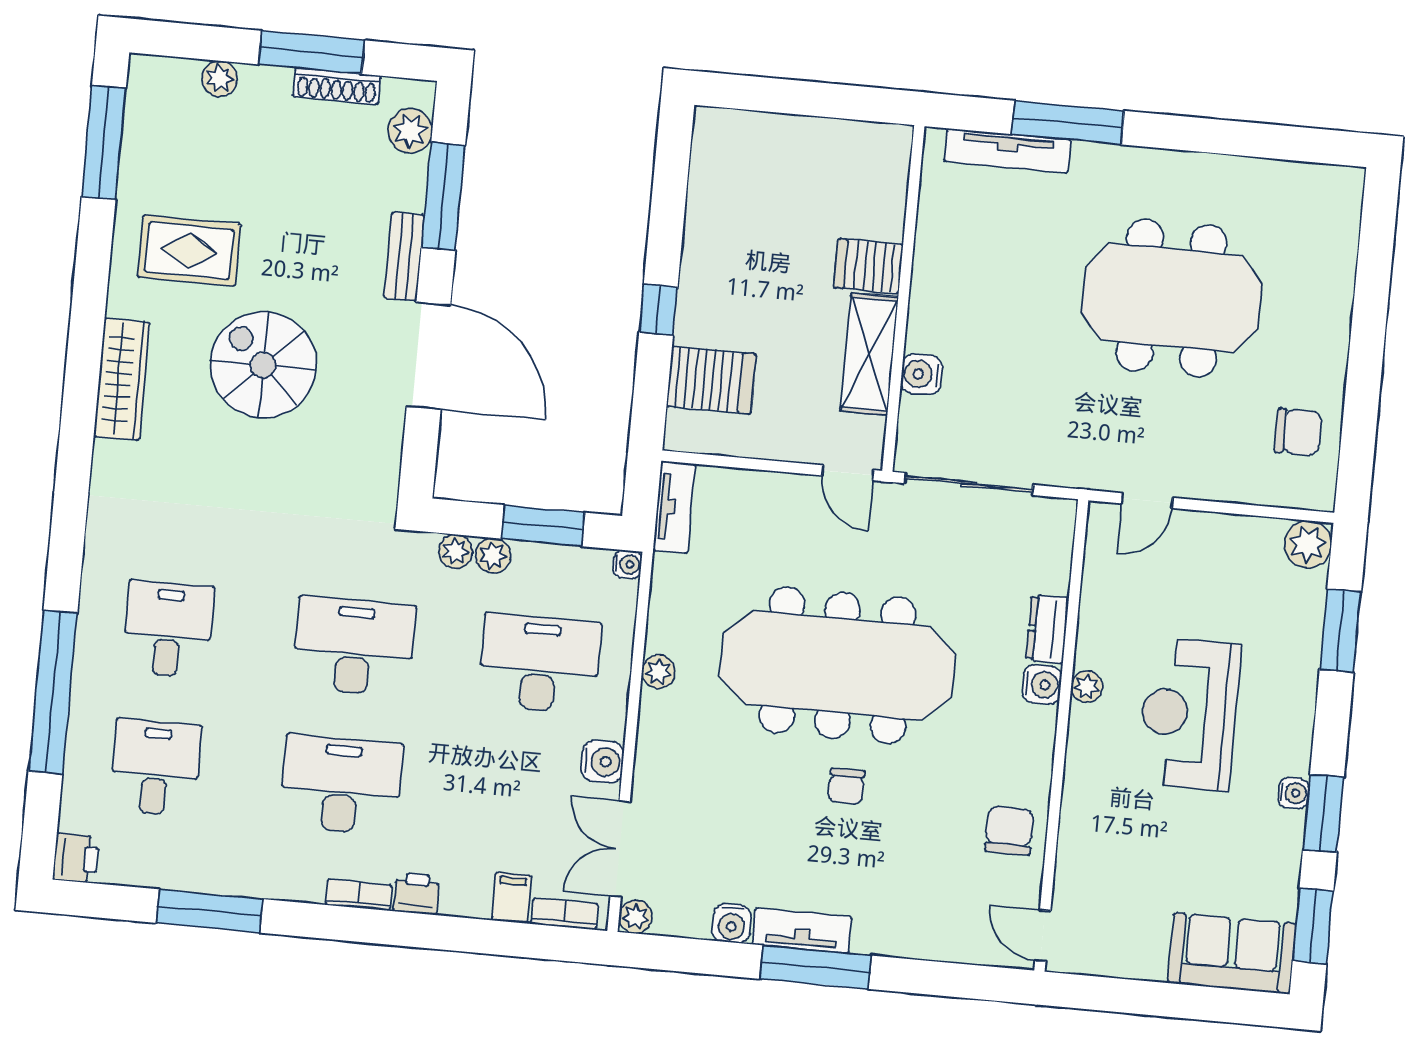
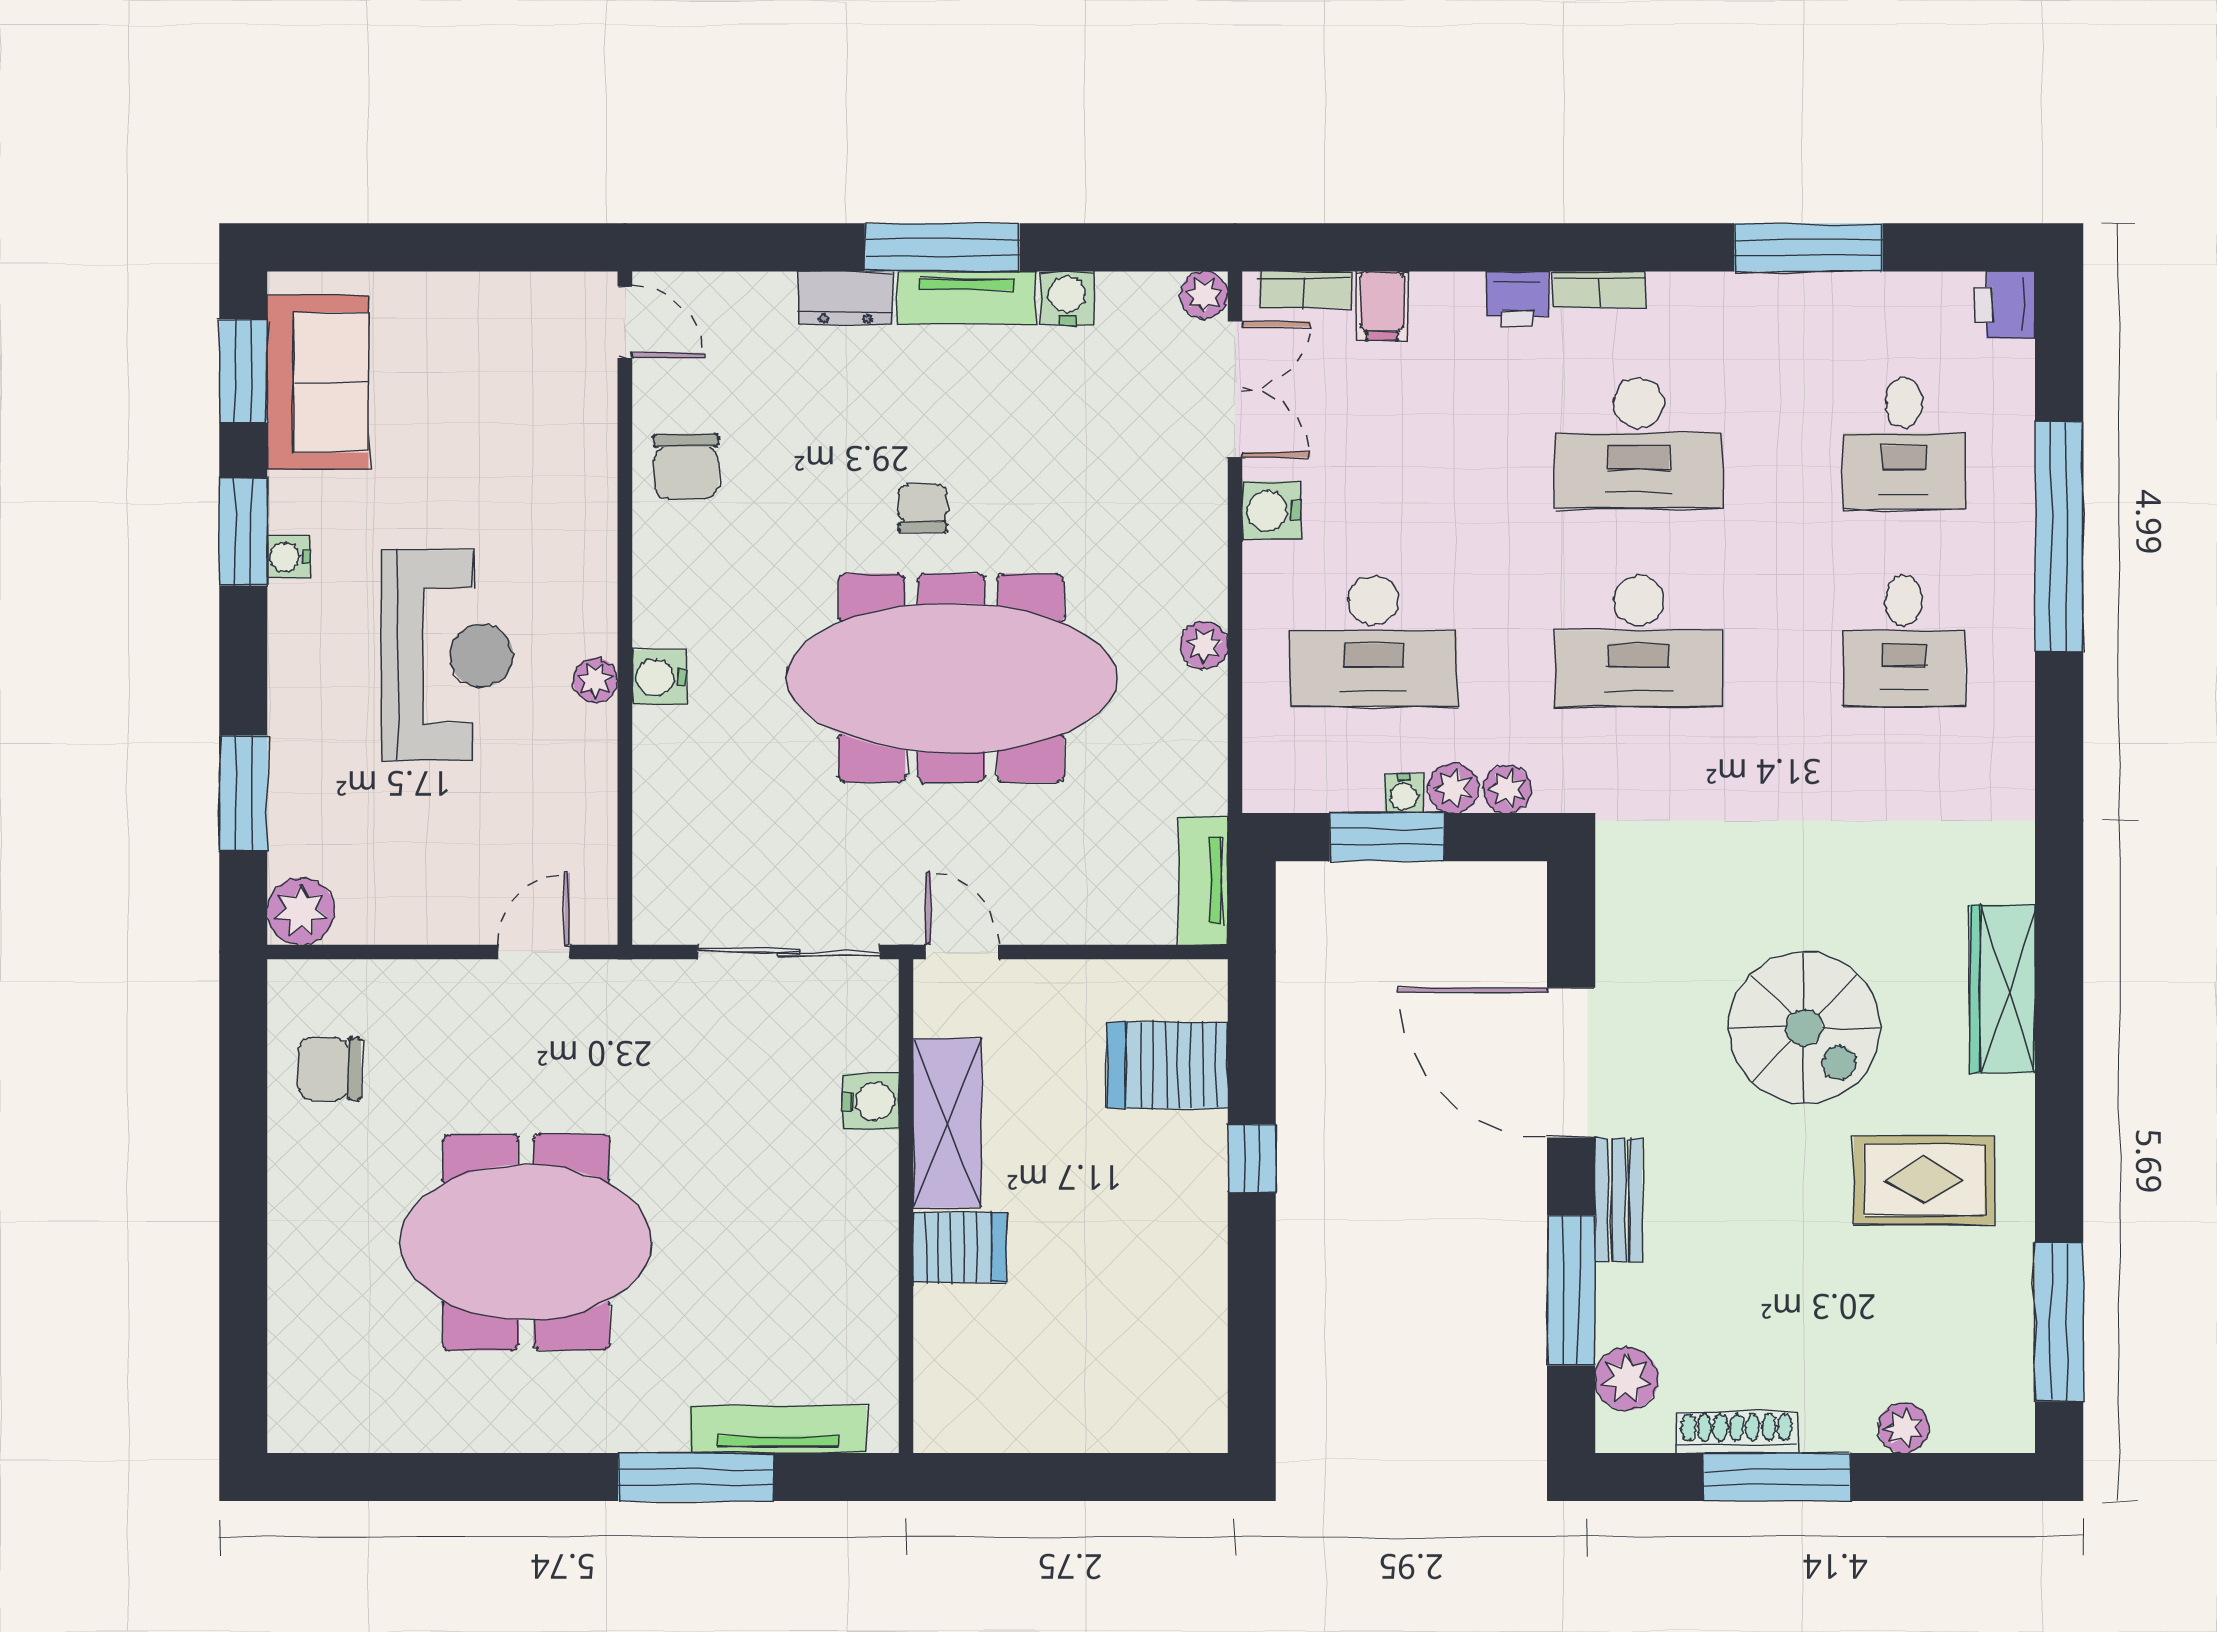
water cooler: (628, 564) -> (1404, 793), moved, turned -90
dresser: (1047, 629) -> (846, 298), moved, turned 90
sofa: (1232, 953) -> (318, 382), moved, turned -90

